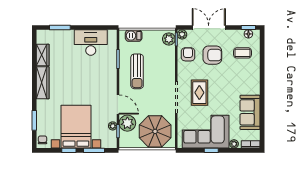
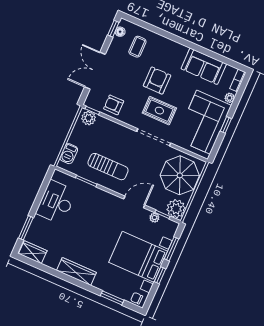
plant: (182, 34) -> (90, 102), removed
wardrobe: (43, 55) -> (33, 252), moved
armchair: (212, 55) -> (157, 81), moved
plant: (127, 123) -> (176, 209), moved

